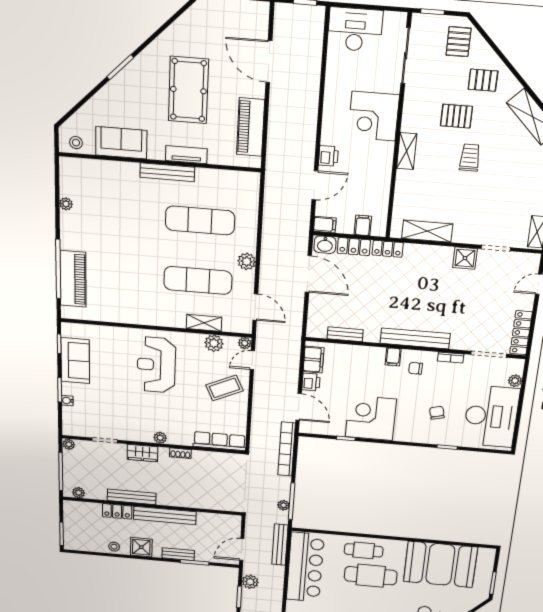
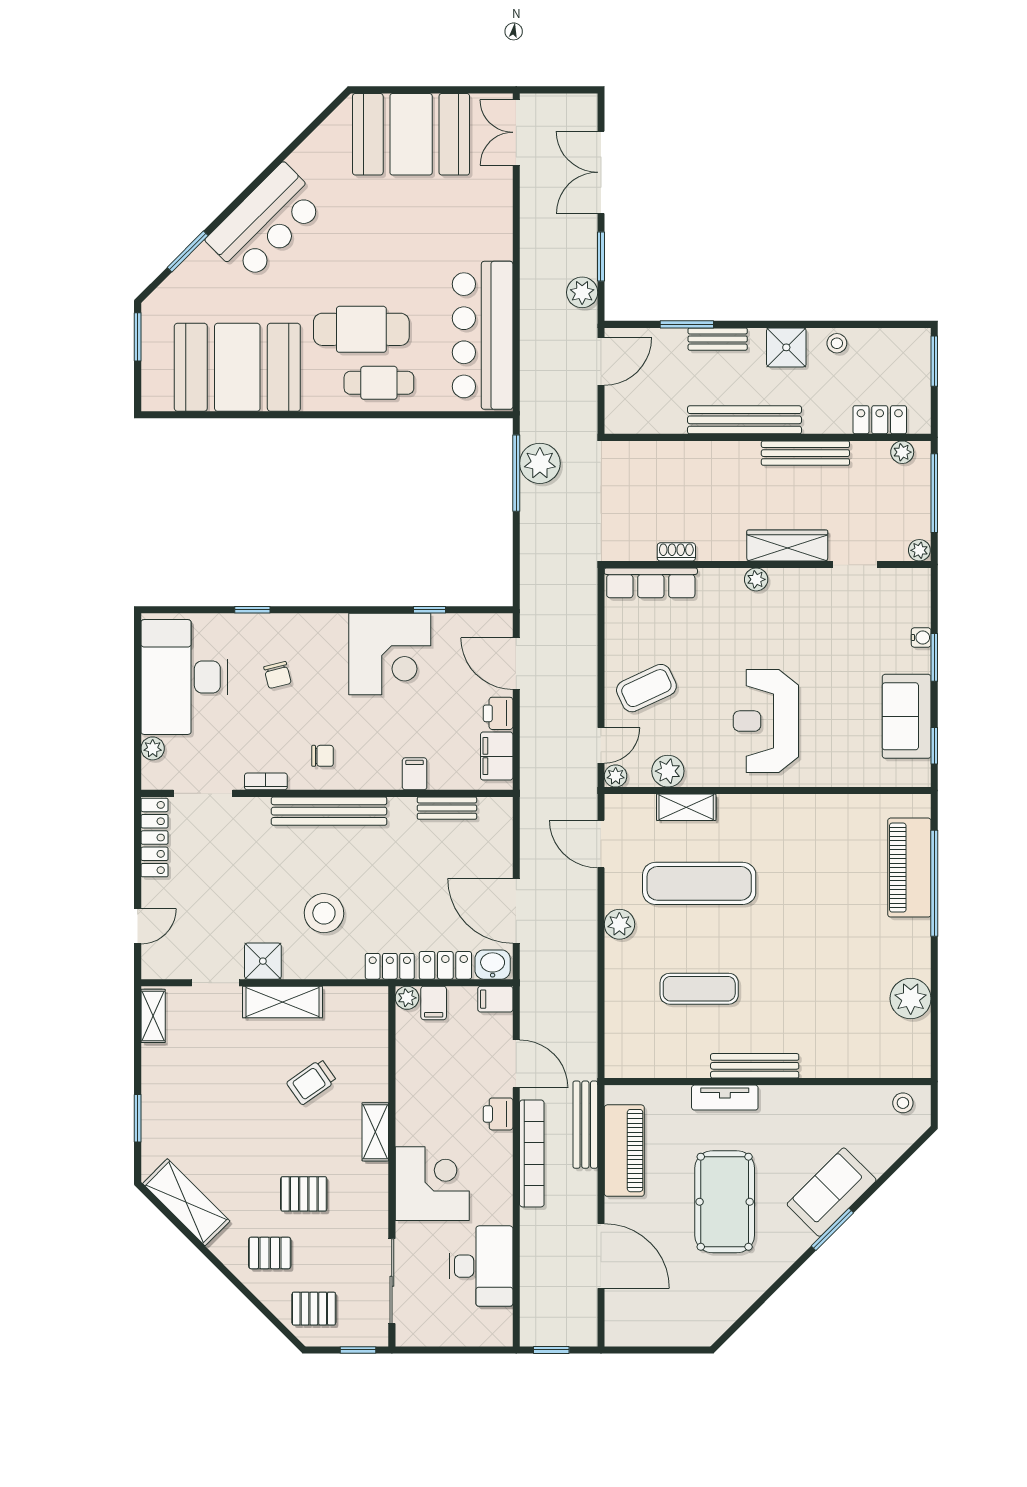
desk: (355, 29) -> (481, 1266), moved, turned -90
pallet: (459, 42) -> (314, 1309), turned 90
sofa: (121, 143) -> (832, 1192), moved, turned 135
trolley: (470, 157) -> (312, 1082), moved, turned 55
door: (315, 185) -> (516, 1064), swing flipped
plant: (66, 204) -> (911, 999), width x1.88, depth x1.88
exercise mat: (200, 220) -> (699, 989), width x0.73, depth x0.69
plant: (379, 230) -> (407, 998), added
shelving: (427, 231) -> (282, 1002), moved
stool: (424, 282) -> (324, 913), added
filing cabinet: (393, 357) -> (415, 774), moved
reception desk: (156, 365) -> (766, 721), turned 180
bookcase: (287, 449) -> (532, 1153), moved
wardrobe: (142, 453) -> (787, 546), width x1.50
shoe rack: (180, 453) -> (676, 552), moved
plant: (283, 505) -> (540, 463), width x1.87, depth x1.87
locker: (117, 511) -> (880, 420), moved
bench: (280, 545) -> (585, 1125), moved

